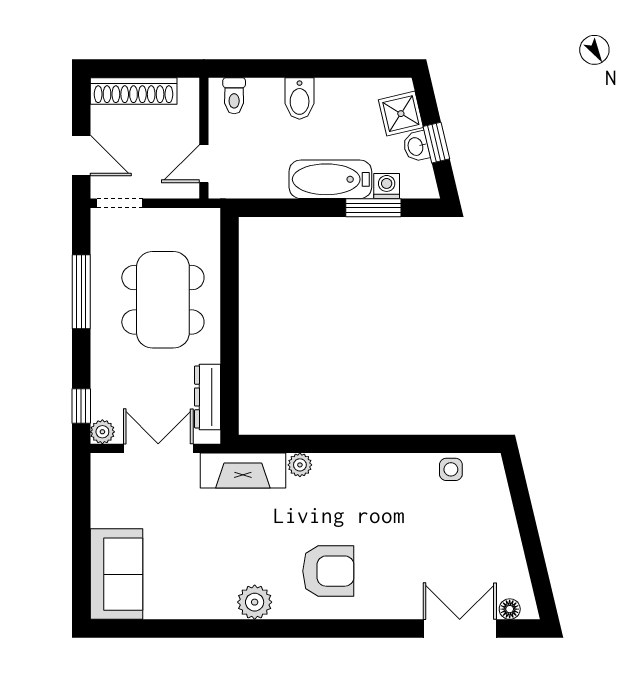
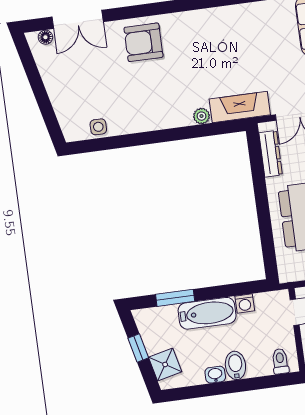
washbasin: (416, 146) -> (215, 375), moved, turned -77
washing machine: (387, 186) -> (245, 304), moved
armchair: (328, 571) -> (143, 42), moved
plant: (255, 602) -> (220, 18), removed

